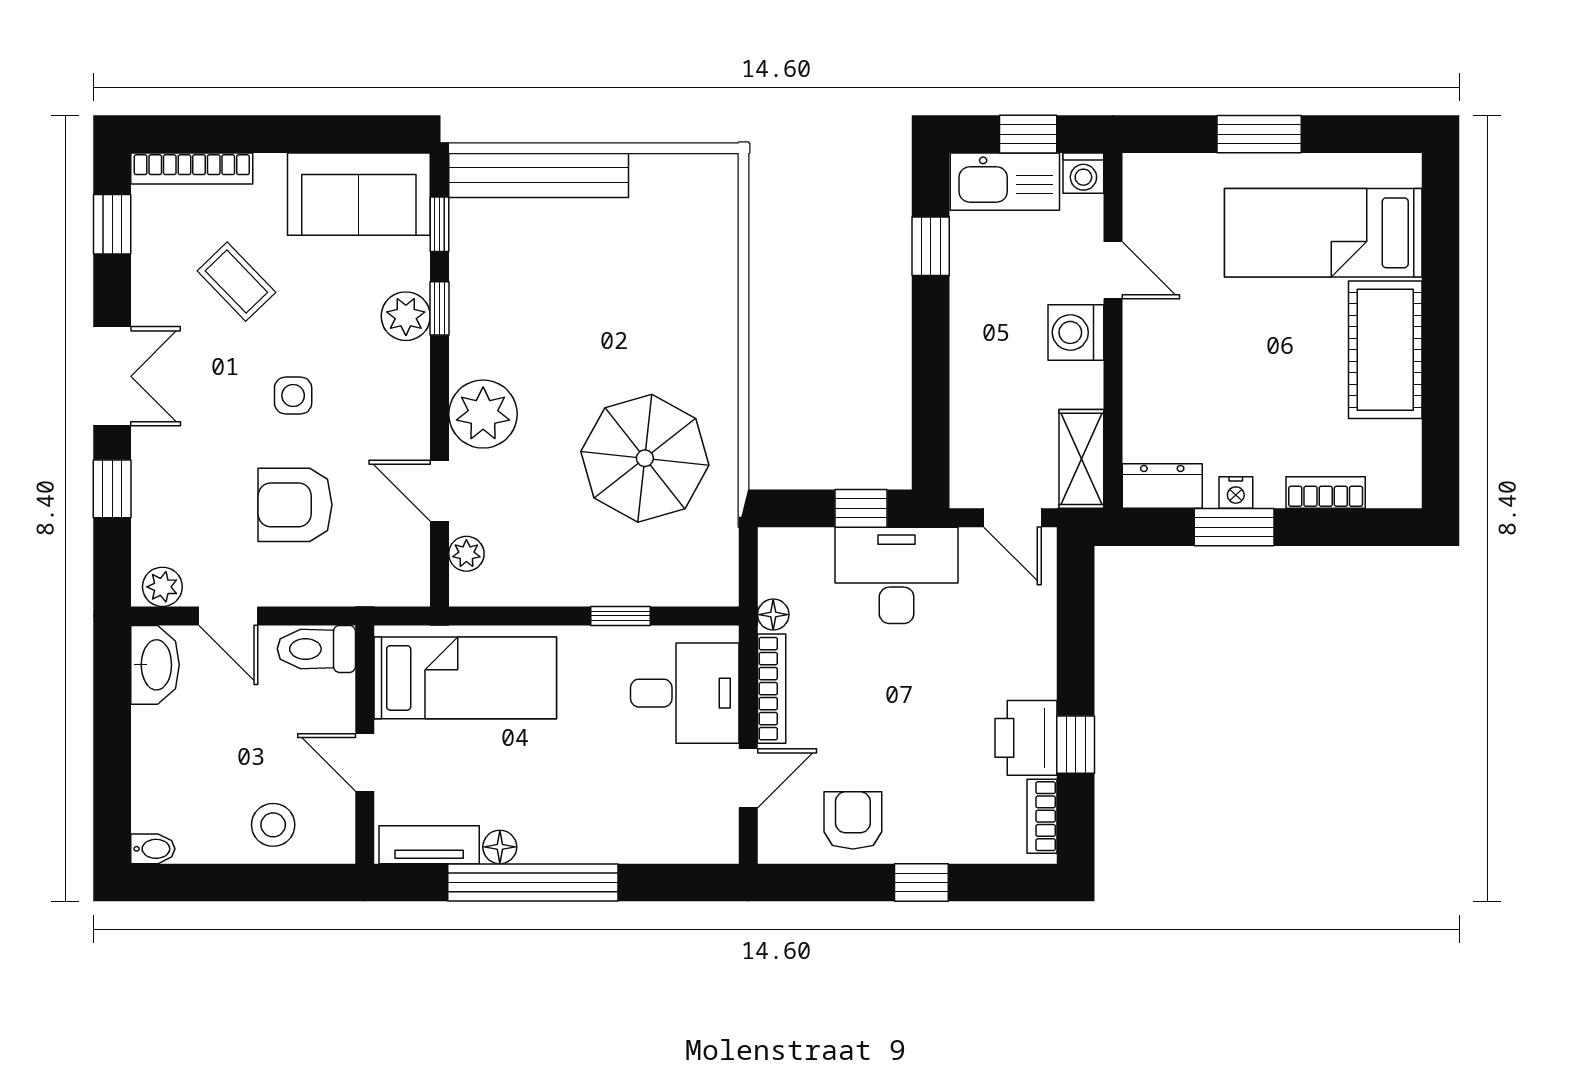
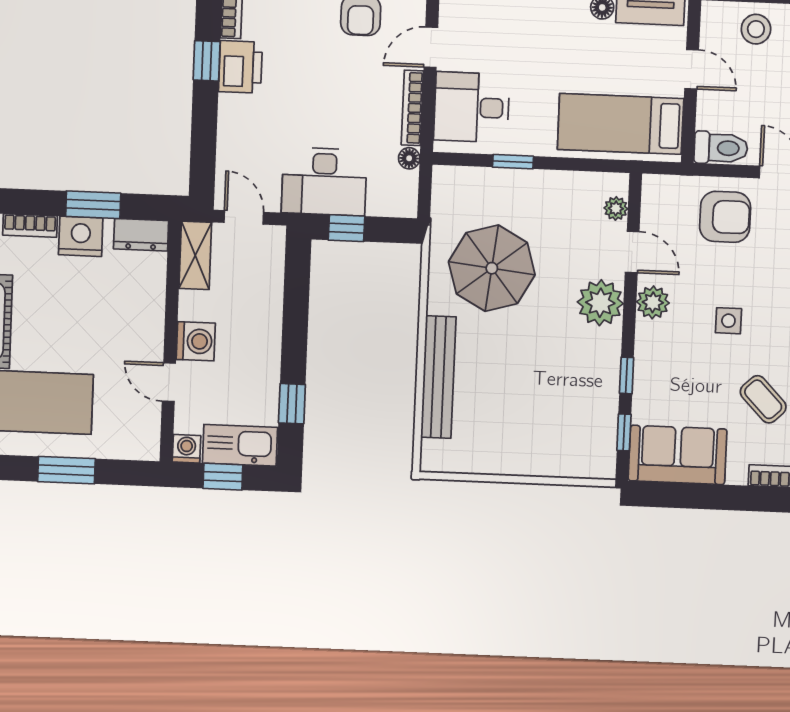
bench: (539, 175) -> (438, 377), moved, turned 90
plant: (406, 316) -> (653, 302), moved
nightstand: (1236, 492) -> (81, 236), width x1.89, depth x1.79
armchair: (295, 505) -> (725, 217), moved

